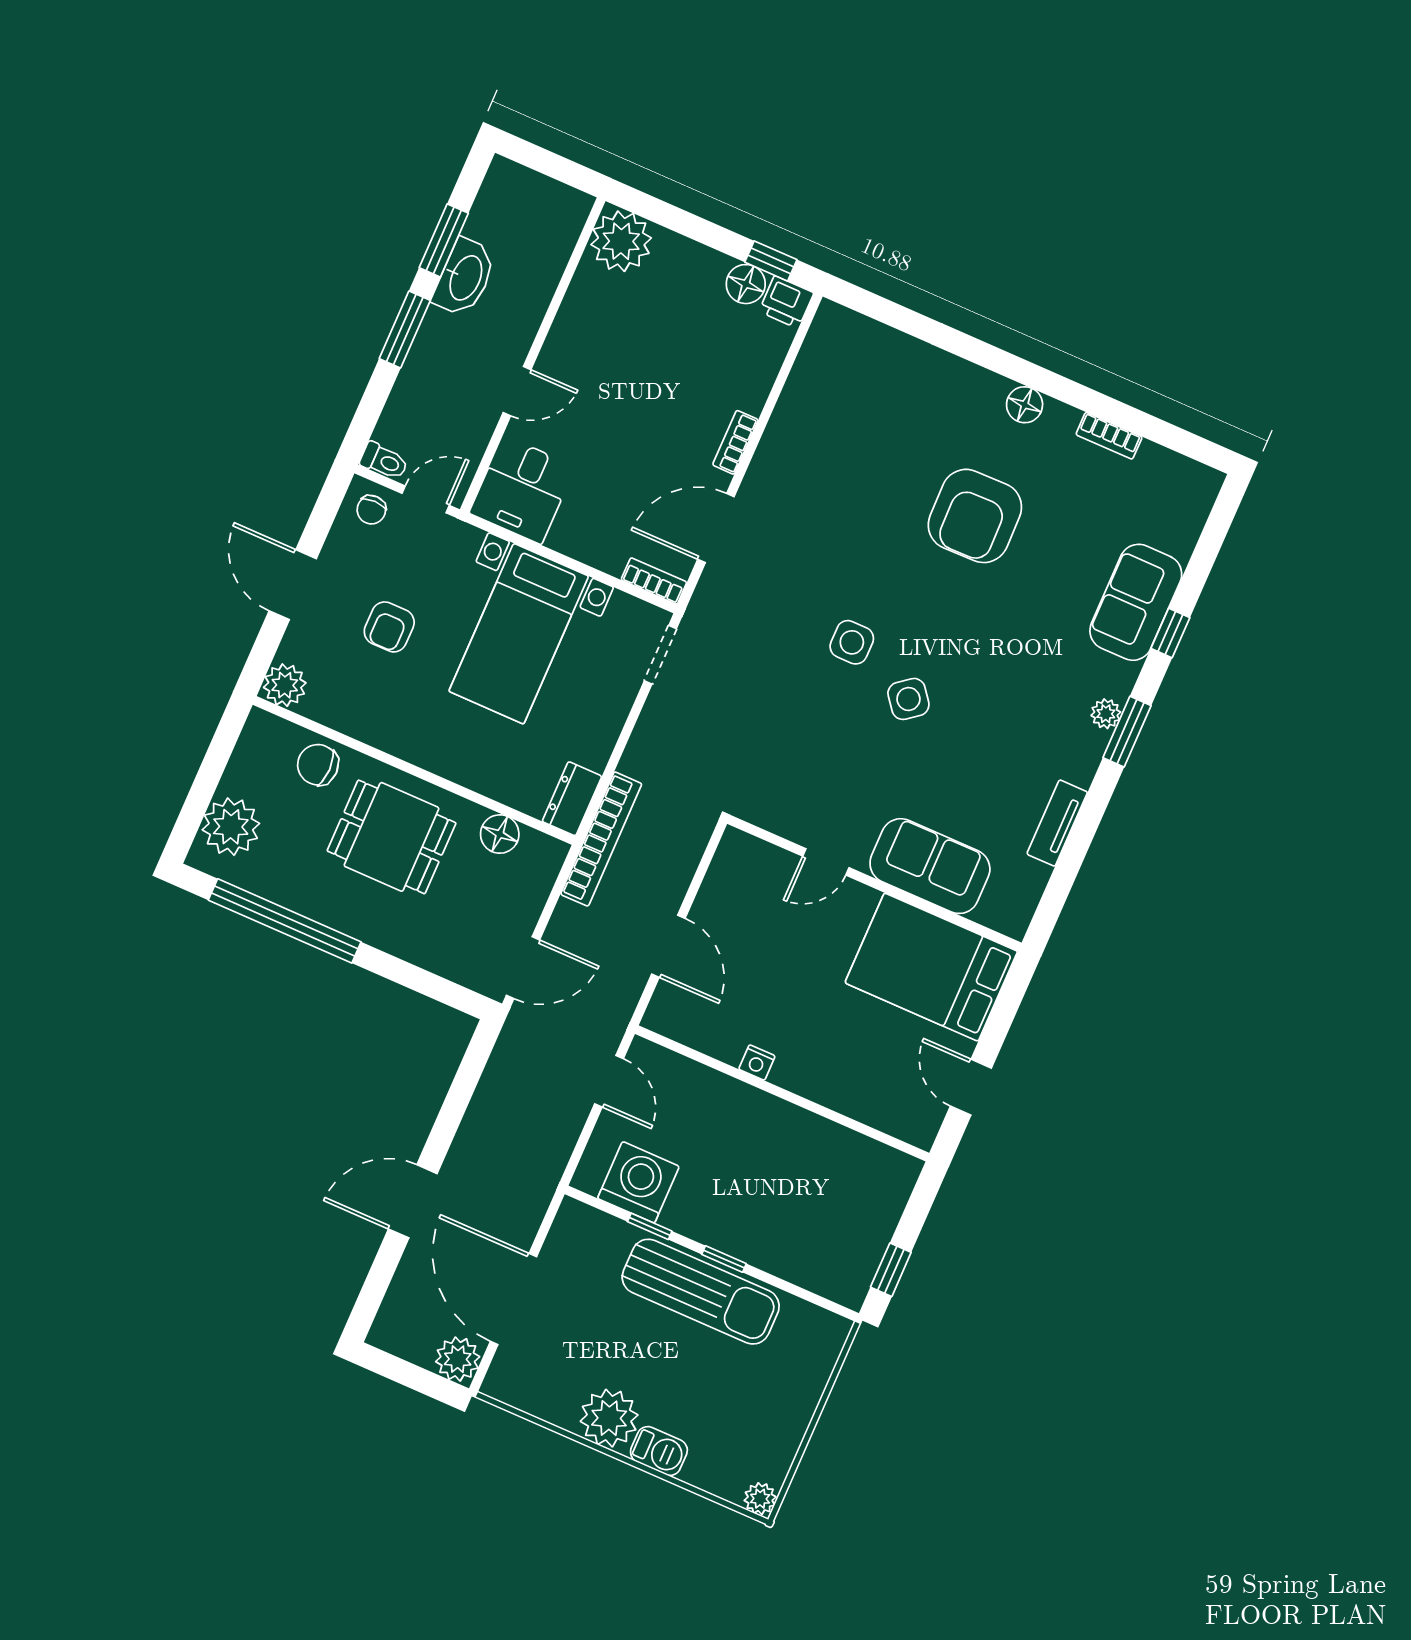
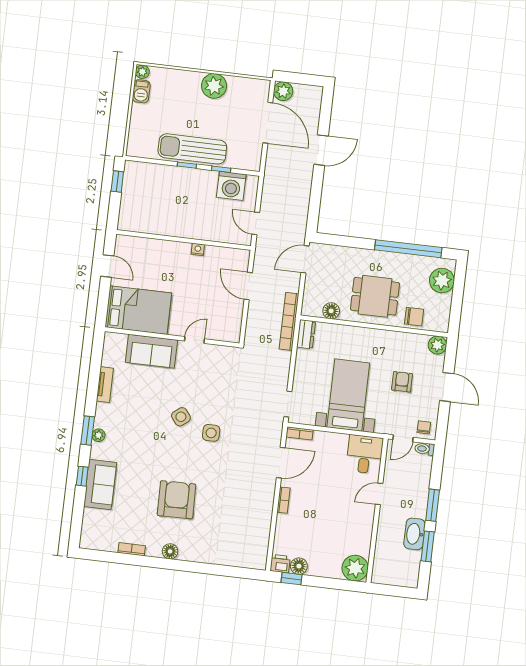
barbecue: (659, 1451) -> (141, 91), moved, turned -90

